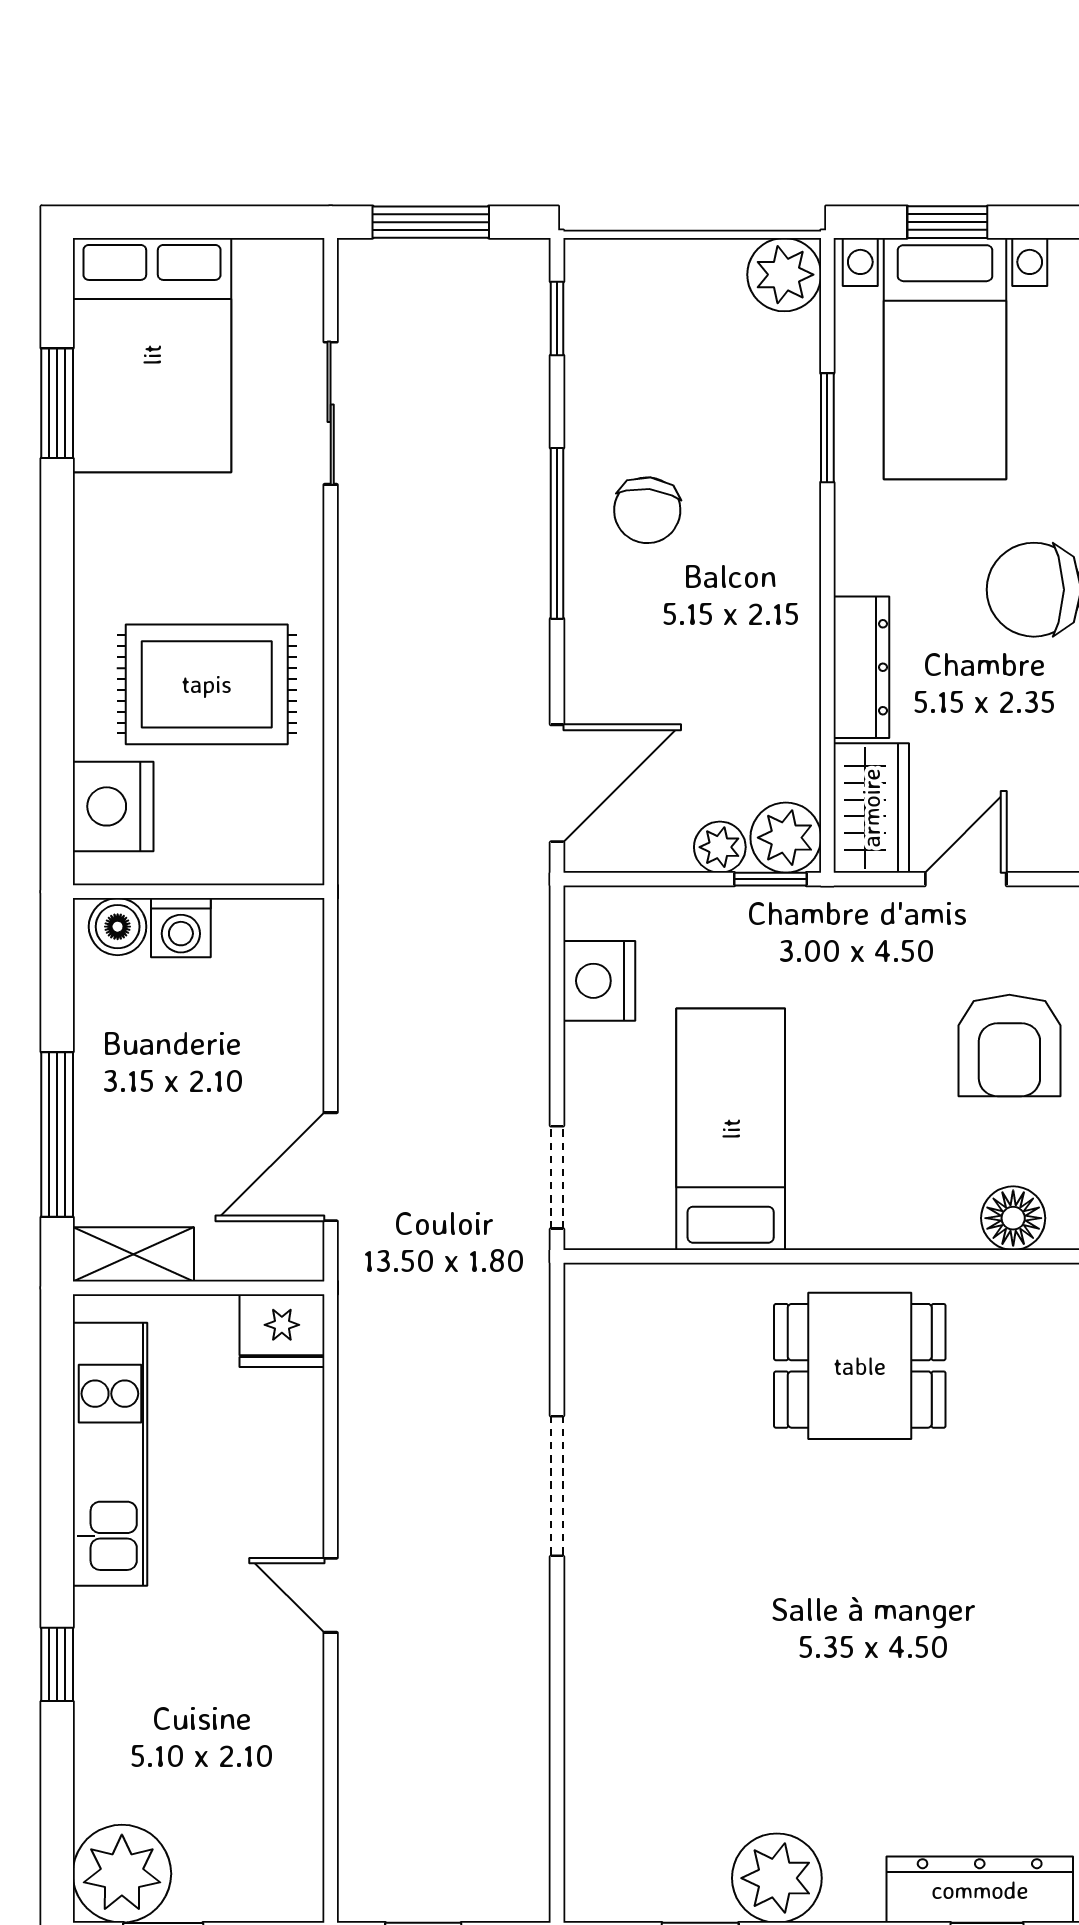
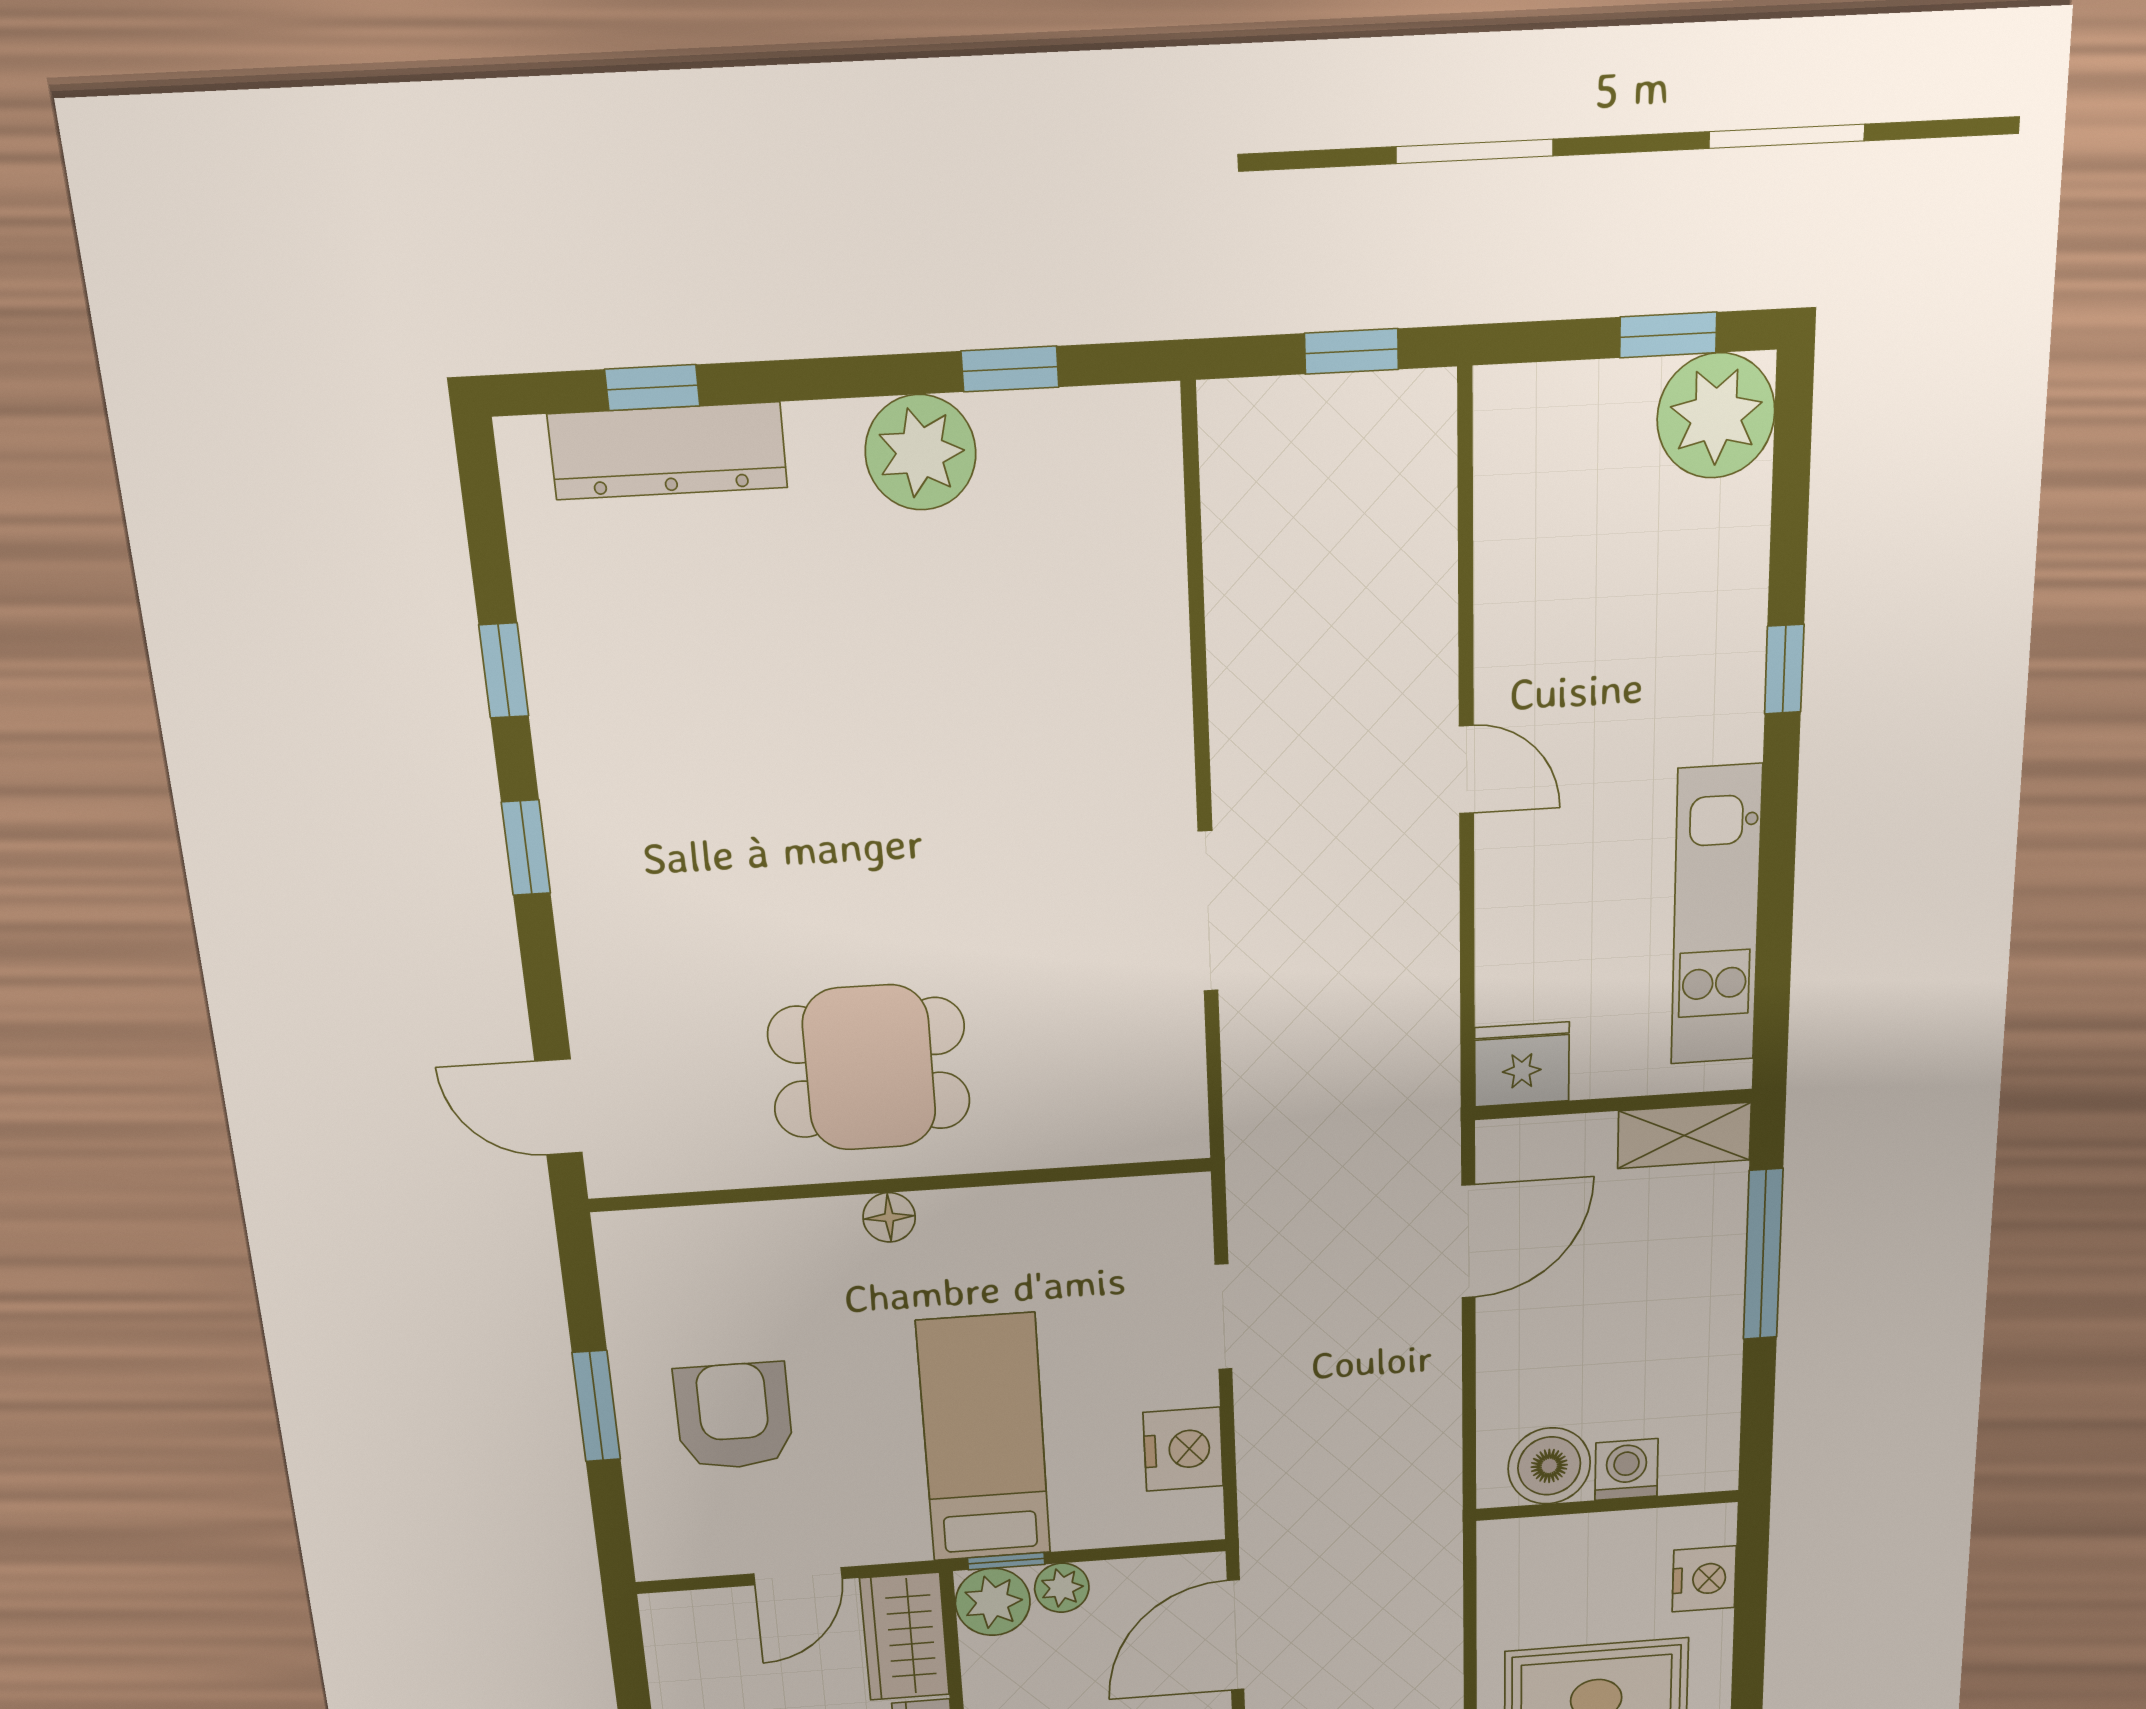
nightstand: (113, 806) -> (1704, 1579), width x0.74, depth x0.75
boiler: (118, 927) -> (1549, 1466), moved, width x1.36, depth x1.36
bed: (731, 1129) -> (984, 1438), moved, turned 180
doorway: (557, 1177) -> (1223, 1317), moved
floor lamp: (1013, 1218) -> (889, 1217), moved, width x0.73, depth x0.73

